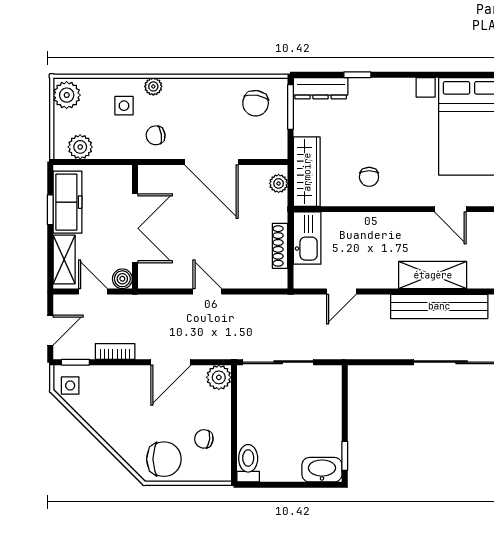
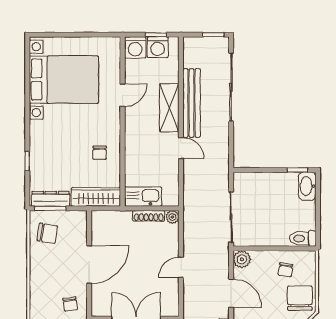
plant: (153, 86) -> (36, 306), removed
dresser: (321, 88) -> (51, 199), moved, turned -90
chair: (369, 177) -> (100, 153), turned 90
plant: (279, 183) -> (172, 217), moved
door: (341, 292) -> (181, 148), moved

